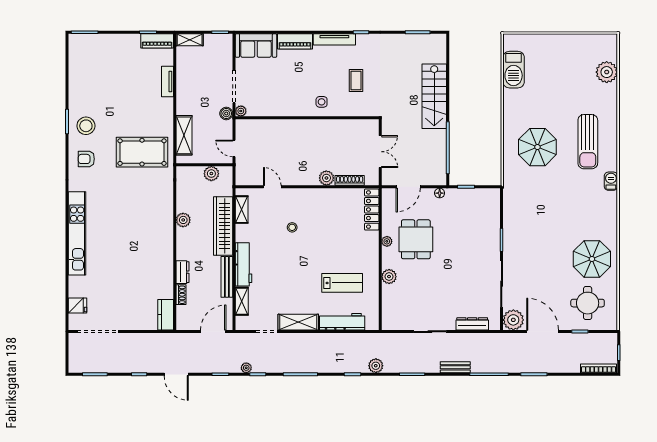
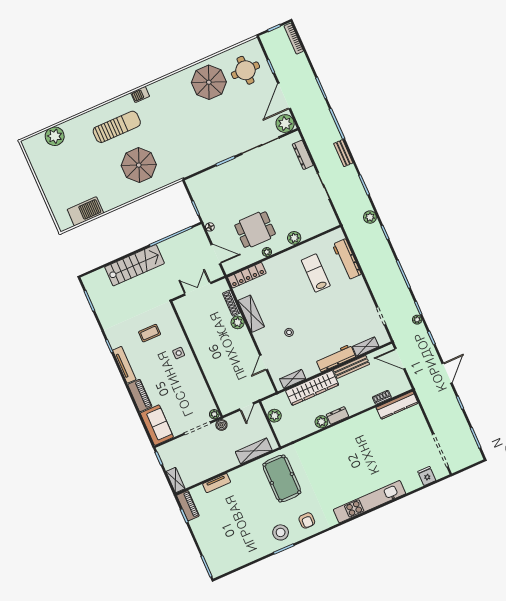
dresser: (182, 272) -> (337, 415), moved
kitchen counter: (166, 315) -> (397, 405), width x1.50
shelving: (298, 322) -> (251, 314), moved

